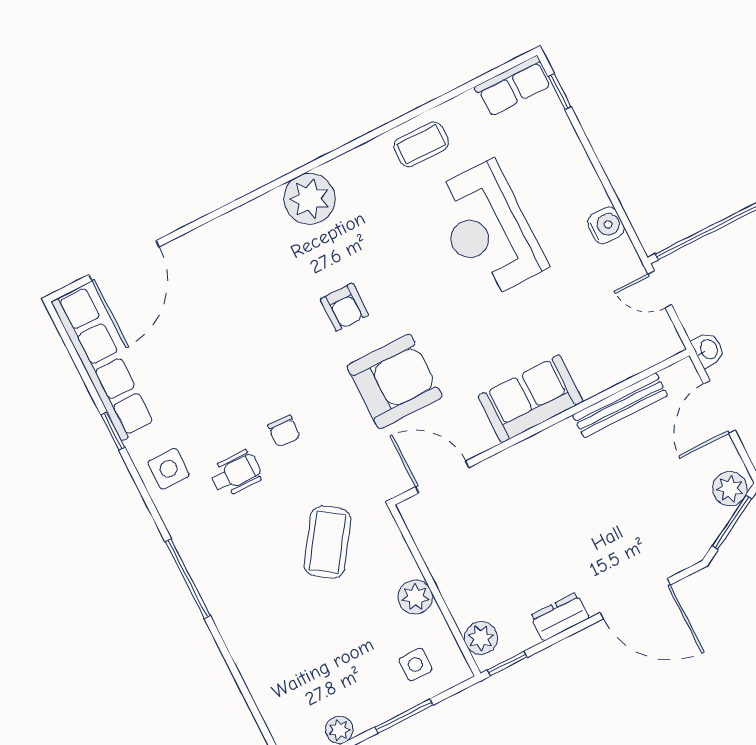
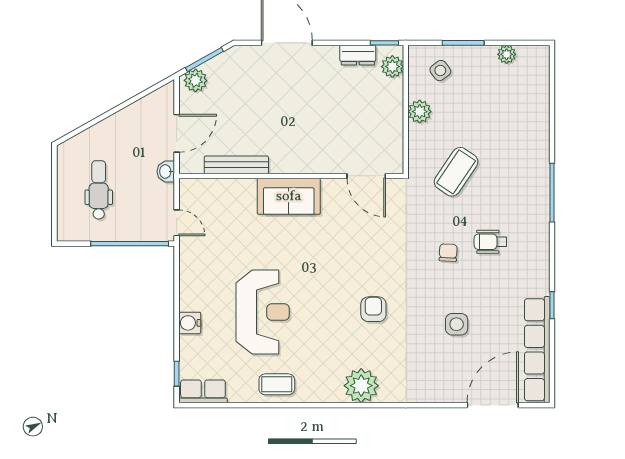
water cooler: (606, 225) -> (190, 323), moved
armchair: (395, 381) -> (366, 249), removed
side table: (169, 469) -> (457, 324), moved
dresser: (560, 617) -> (358, 55), moved
side table: (415, 665) -> (440, 71), turned -38

